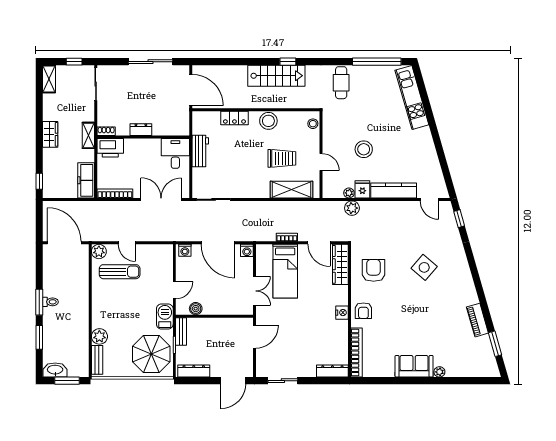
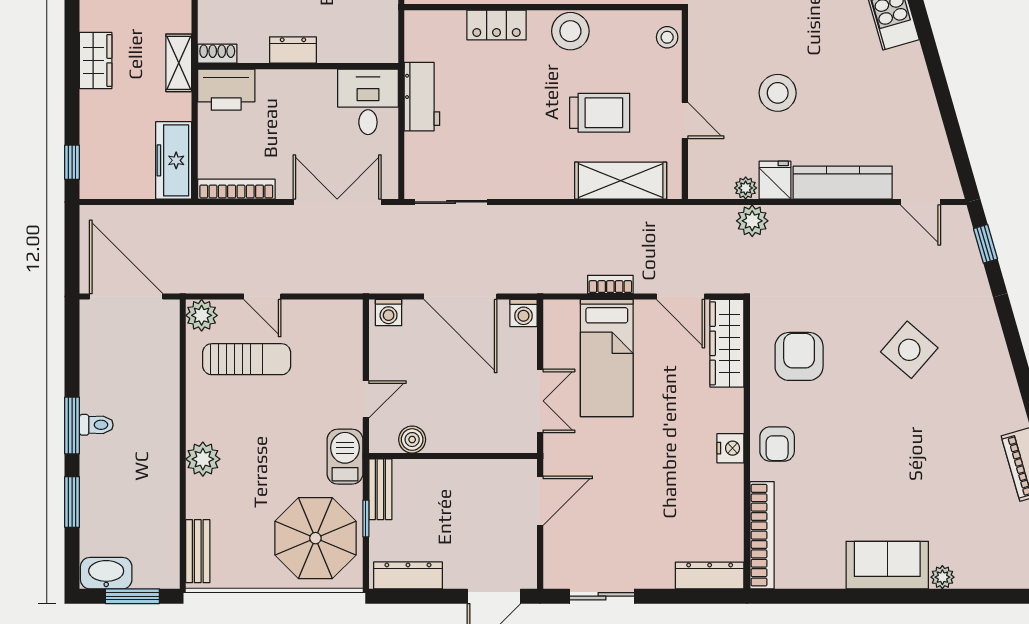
plant: (99, 336) -> (203, 459), moved

